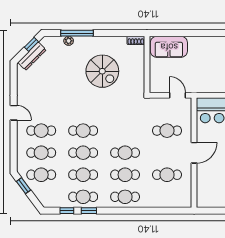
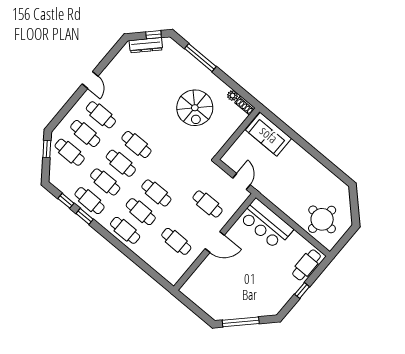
plant: (69, 41) -> (233, 96), moved

